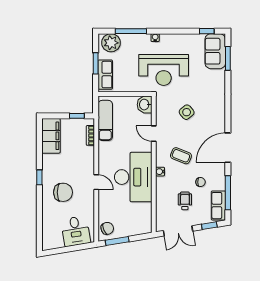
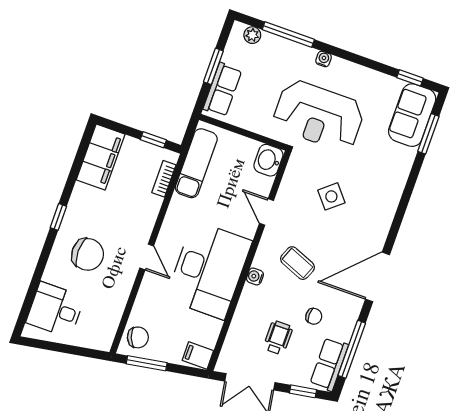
plant: (111, 43) -> (252, 35), width x0.53, depth x0.53
filing cabinet: (144, 227) -> (198, 356), added
desk: (76, 231) -> (55, 310), moved, turned 99

